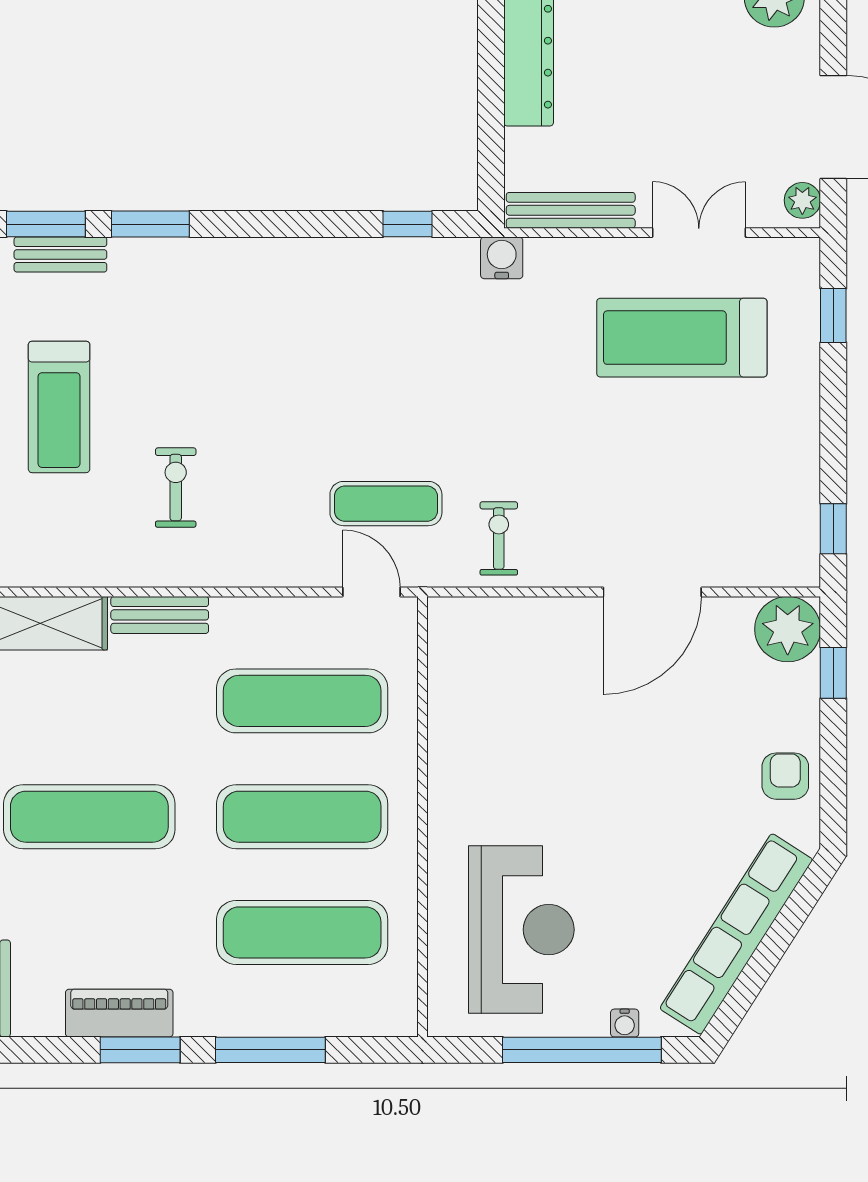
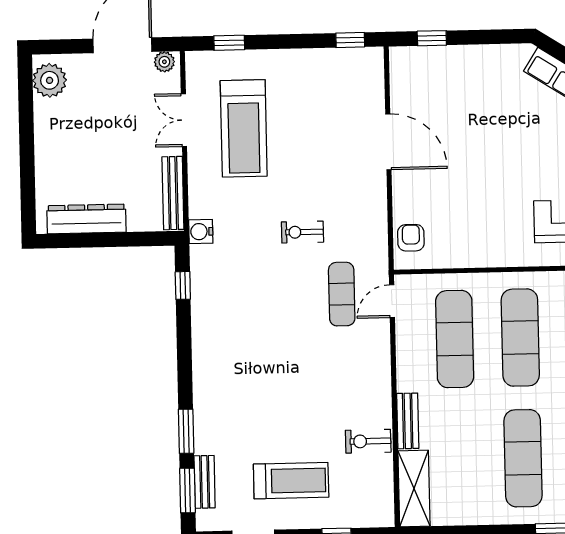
exercise bike: (176, 488) -> (368, 441), moved
exercise bike: (499, 538) -> (302, 232), moved
plant: (788, 629) -> (408, 65), removed
armchair: (785, 776) -> (411, 238), moved, turned 90

